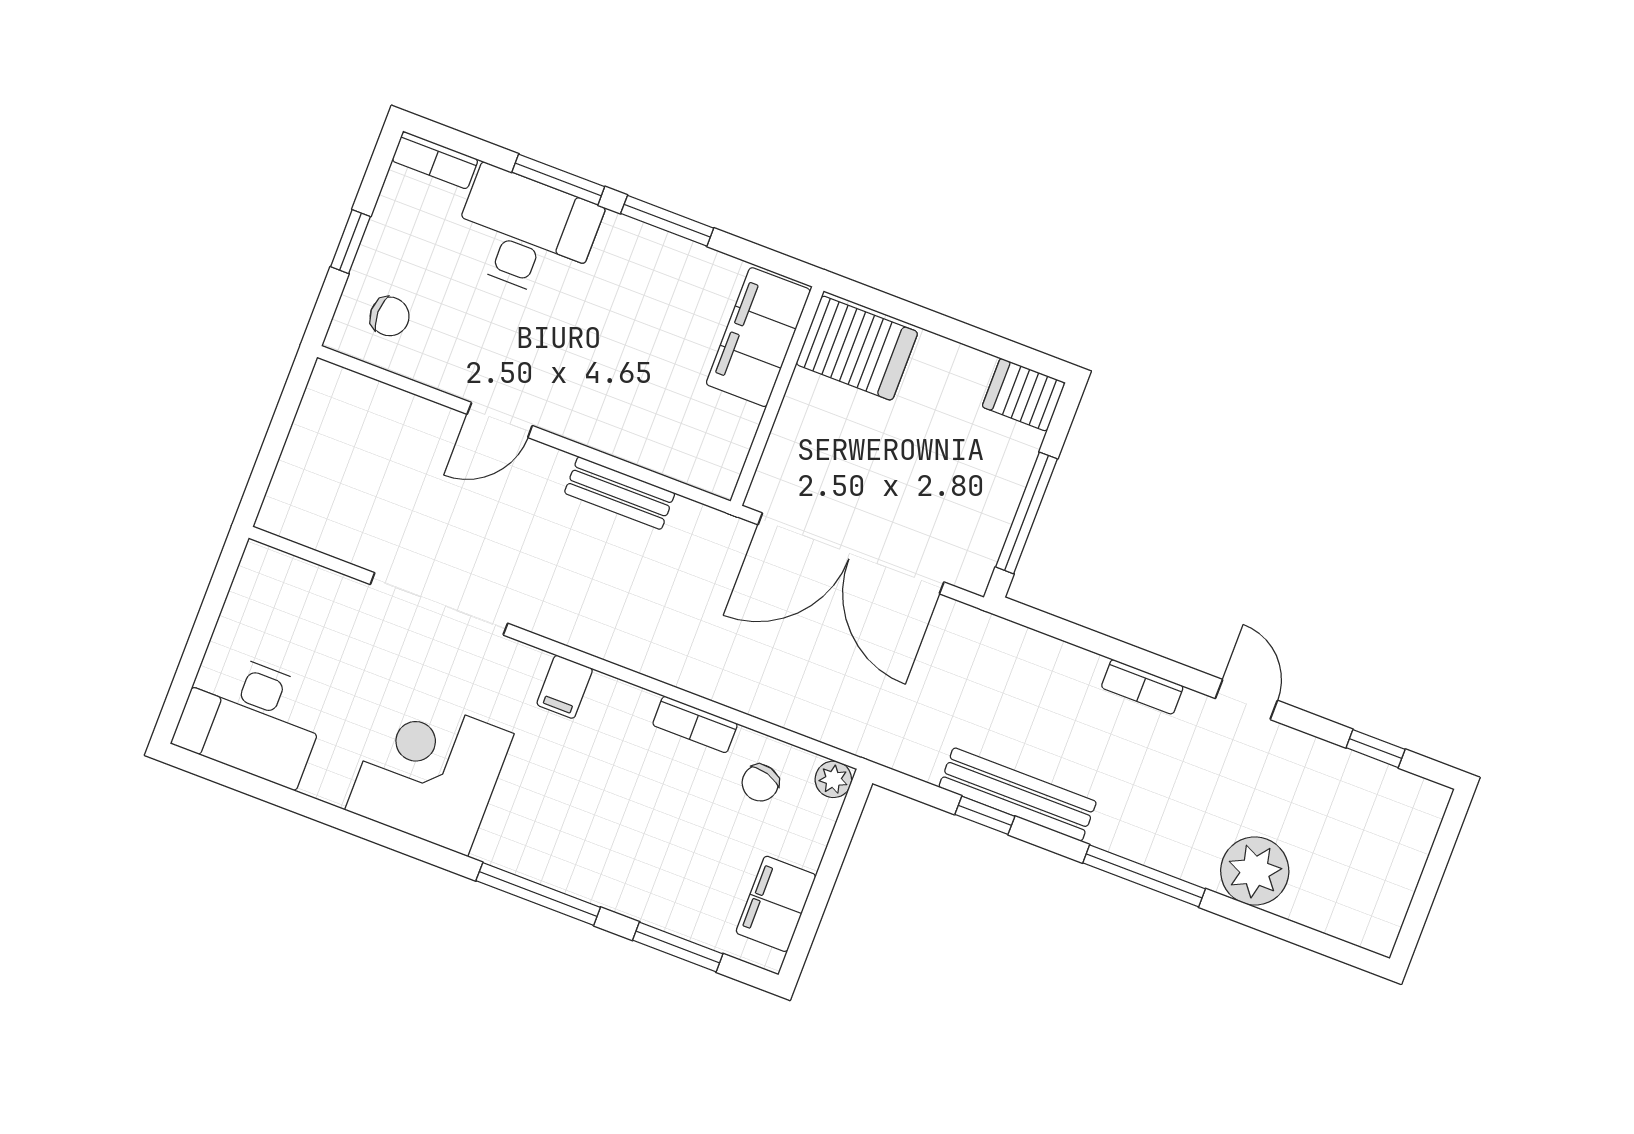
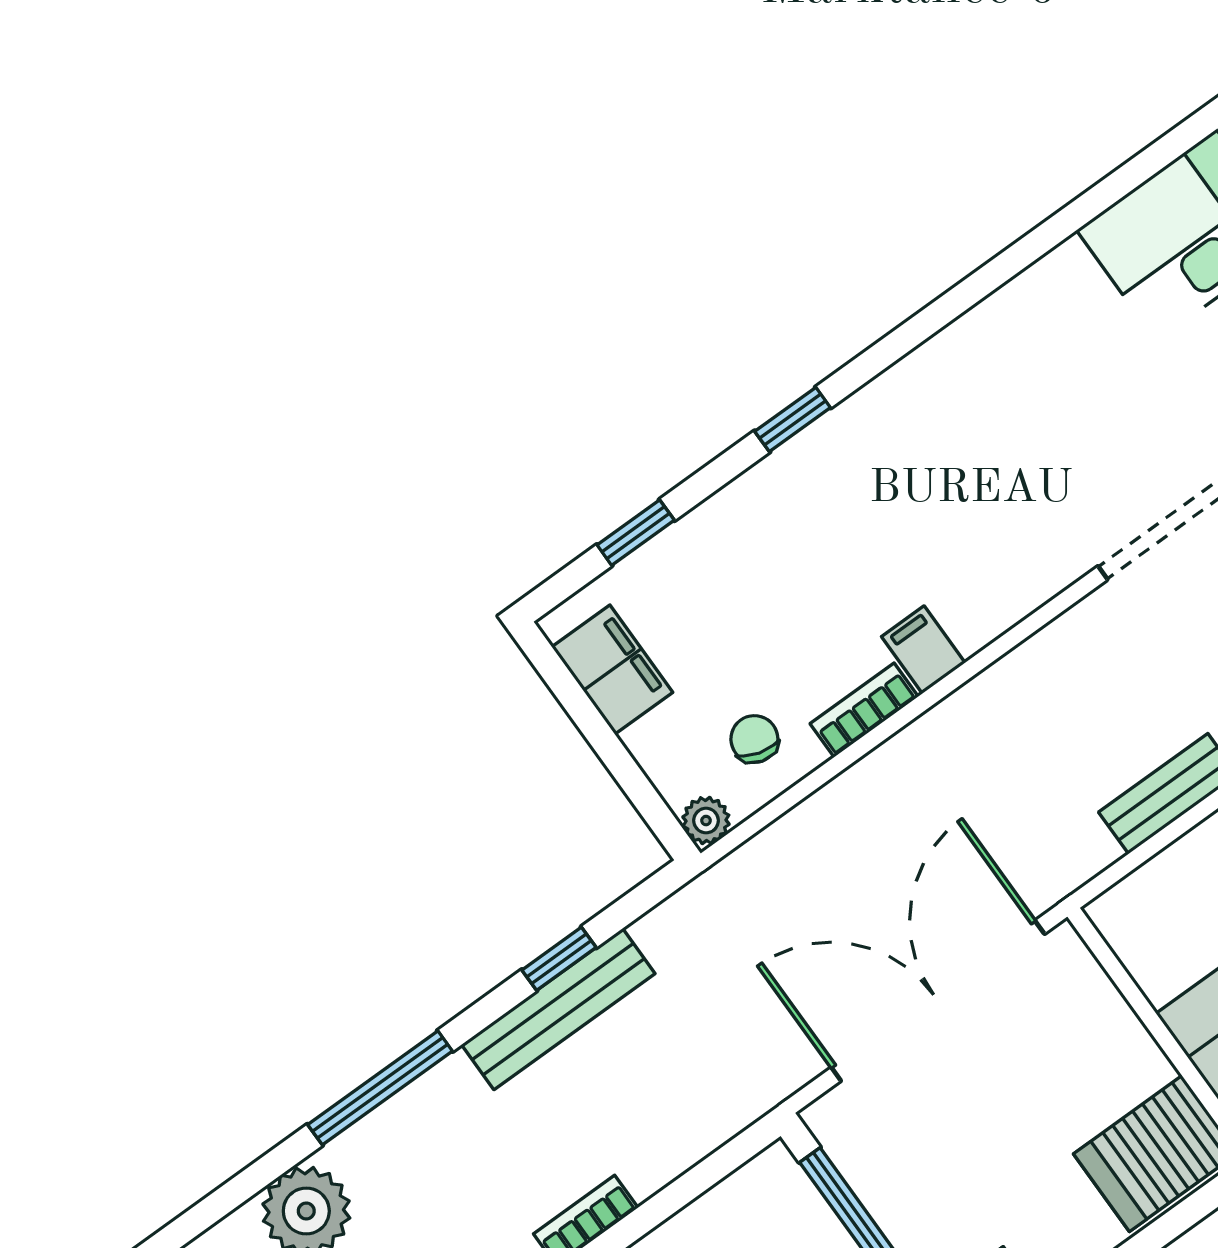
filing cabinet: (565, 687) -> (923, 650), moved
corner desk: (429, 772) -> (1002, 389), removed
window: (538, 894) -> (793, 419), width x0.46
window: (678, 947) -> (636, 533), width x0.67

